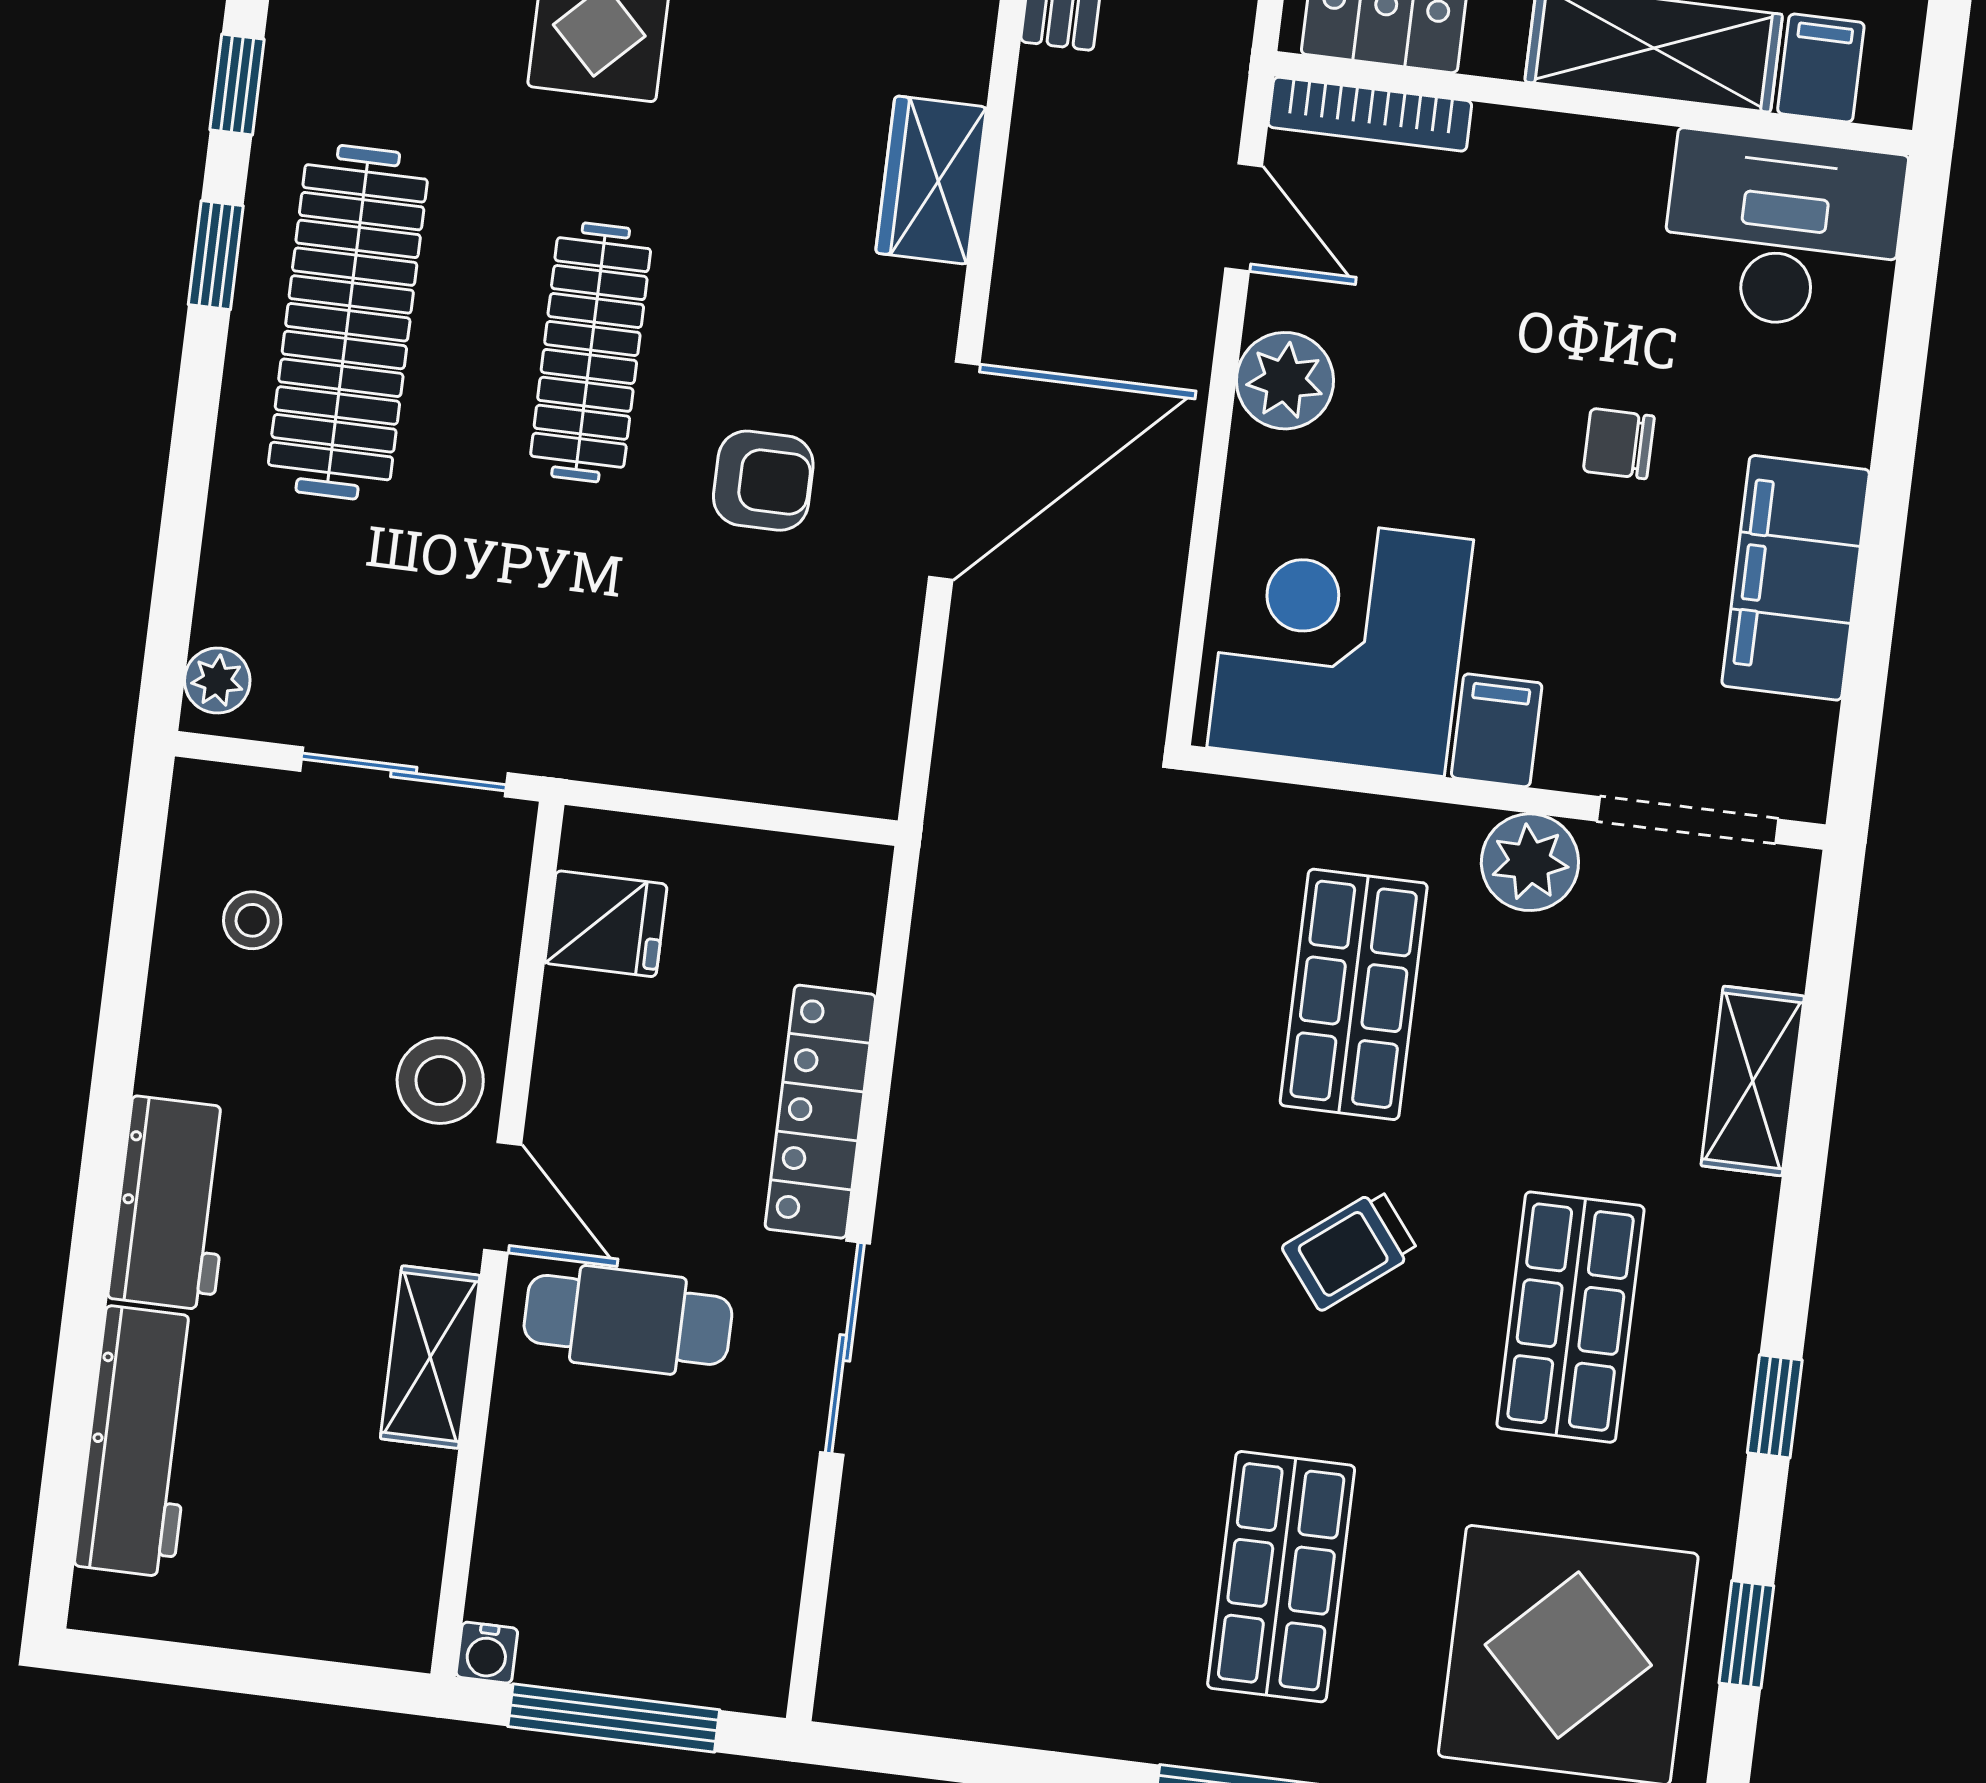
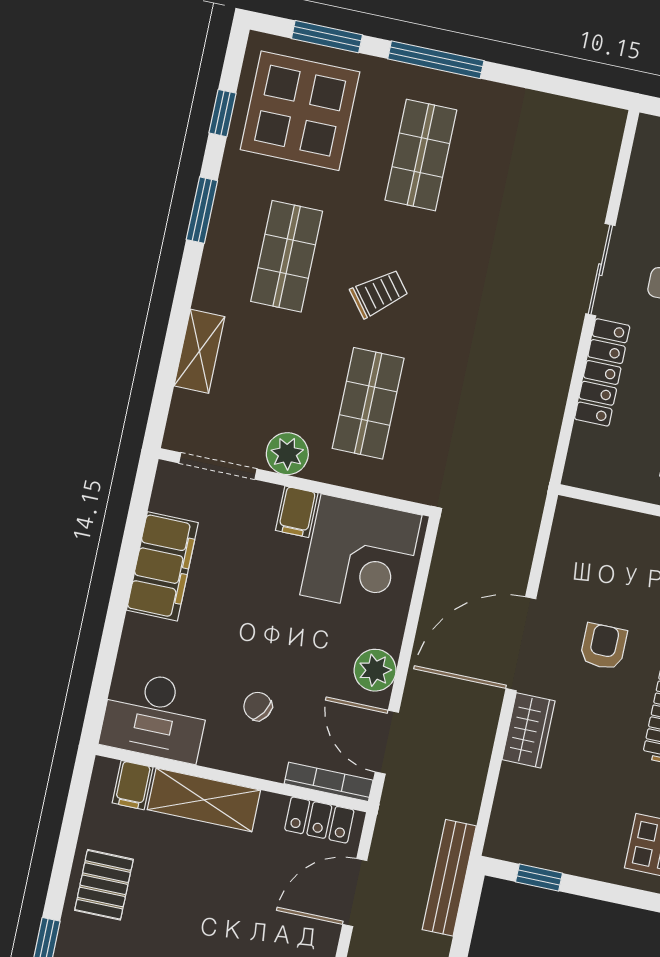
wardrobe: (931, 180) -> (528, 730), moved
door: (1244, 217) -> (387, 742), width x1.38
chair: (1619, 444) -> (258, 706), moved, turned -148
armchair: (763, 481) -> (603, 646), turned 90
window: (1775, 1406) -> (202, 210), width x1.50

